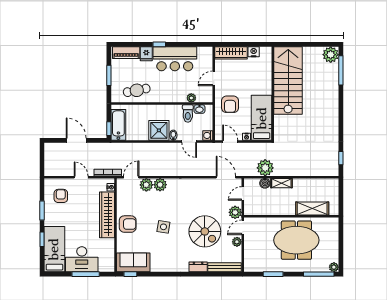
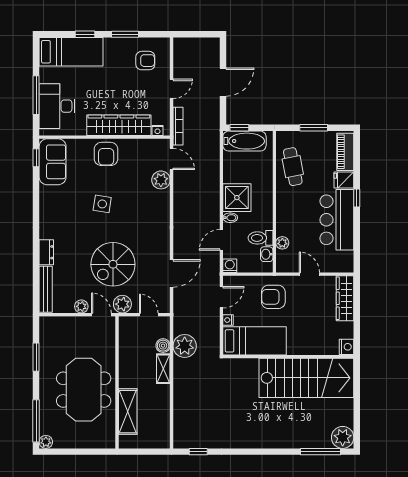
nightstand: (254, 52) -> (347, 347), moved
door: (226, 177) -> (172, 273), moved
plant: (160, 185) -> (161, 199), removed
spiral stairs: (205, 231) -> (113, 264), moved
desk: (82, 259) -> (57, 106), moved

